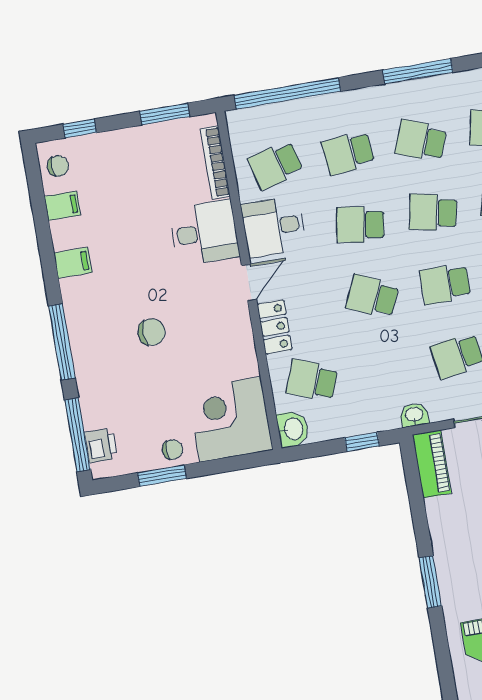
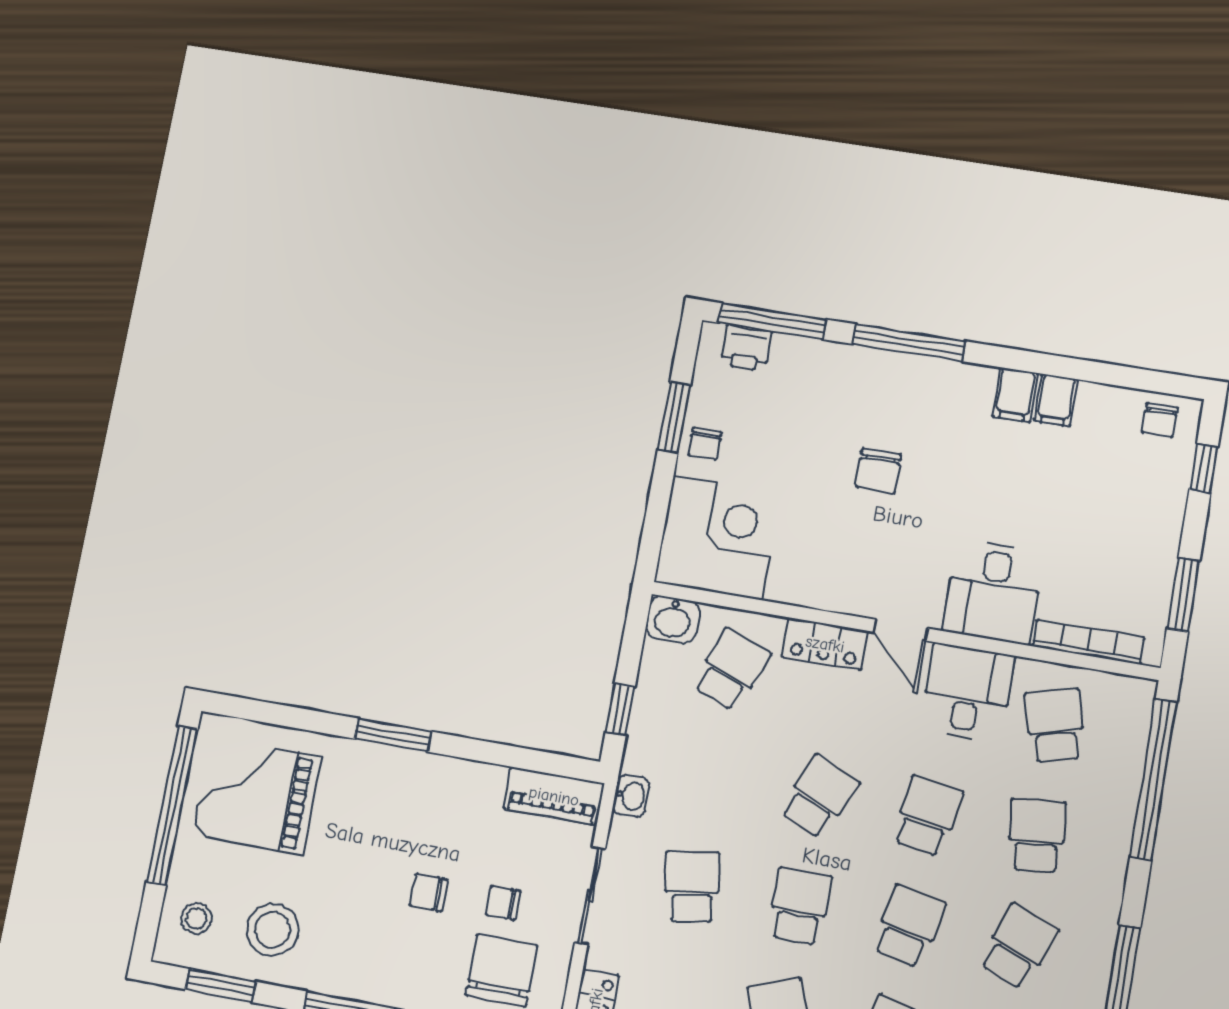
filing cabinet: (62, 206) -> (1056, 400), moved

